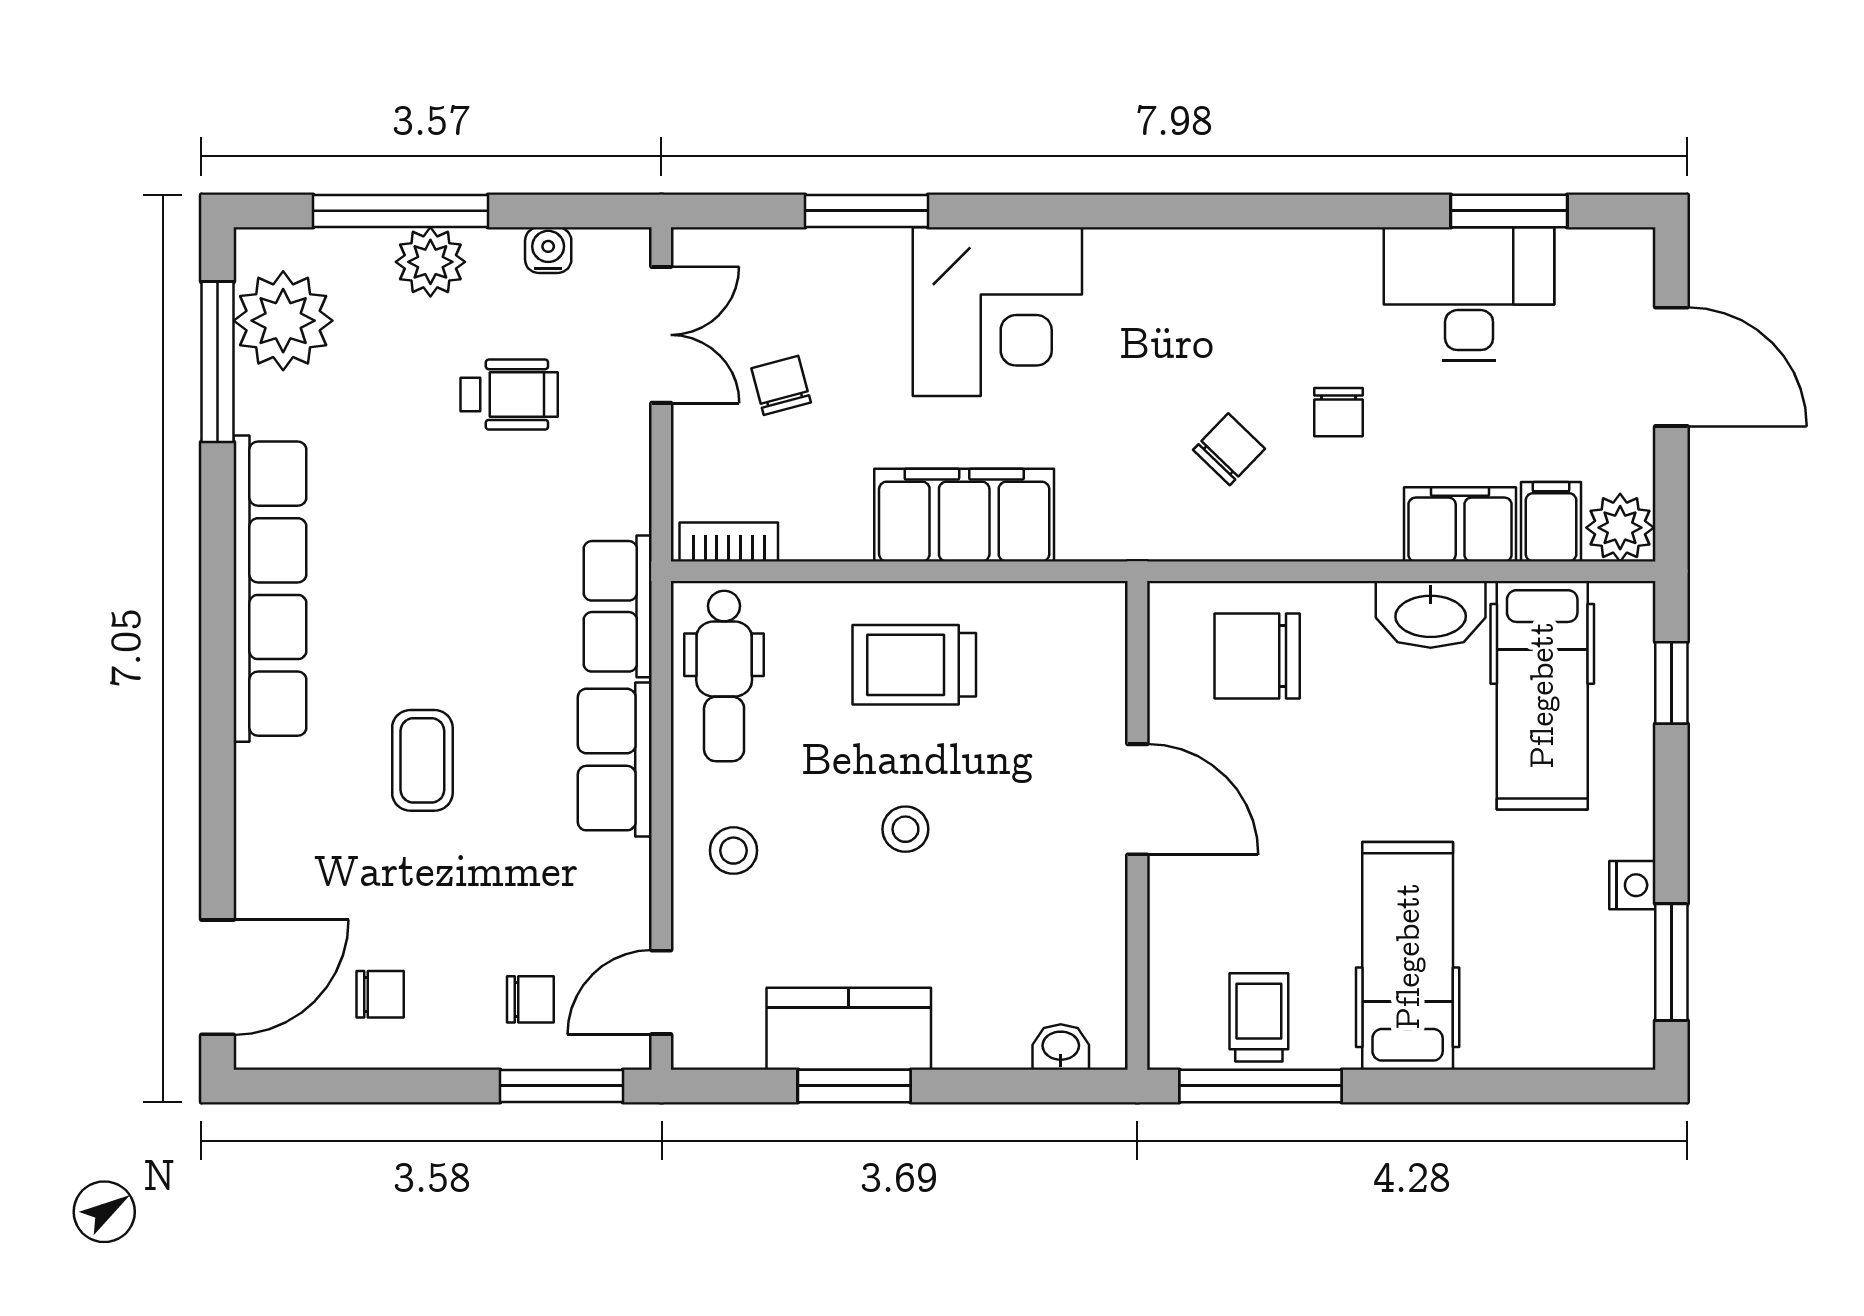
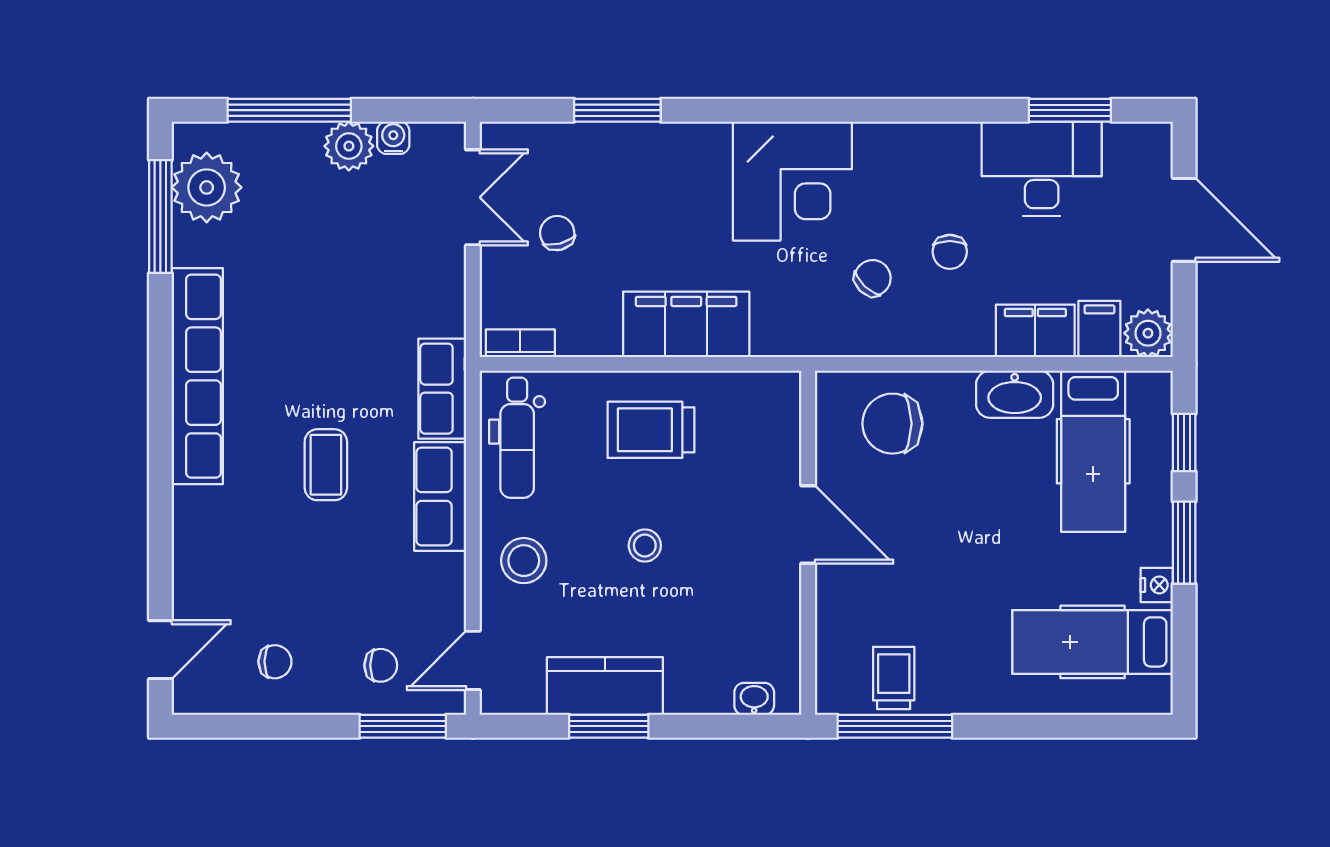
plant: (430, 262) -> (349, 146), moved
corner desk: (997, 312) -> (792, 181), moved
wheelchair: (509, 395) -> (366, 239), removed
coffee table: (422, 760) -> (326, 465), moved
stool: (734, 851) -> (524, 561), width x1.37, depth x1.37
hospital bed: (1408, 956) -> (1093, 642), moved, turned -90
window: (1671, 962) -> (1184, 543), moved
door: (217, 977) -> (160, 650), width x0.73

